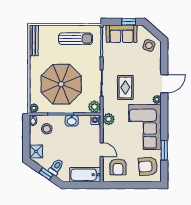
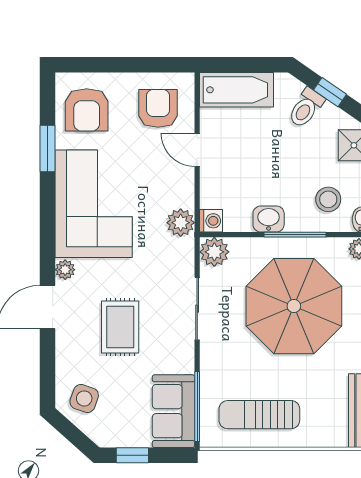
sofa: (122, 34) -> (174, 411), moved, turned -90
rug: (125, 87) -> (120, 327), moved
armchair: (148, 166) -> (87, 110), turned 95

